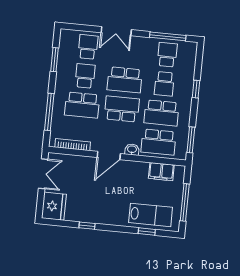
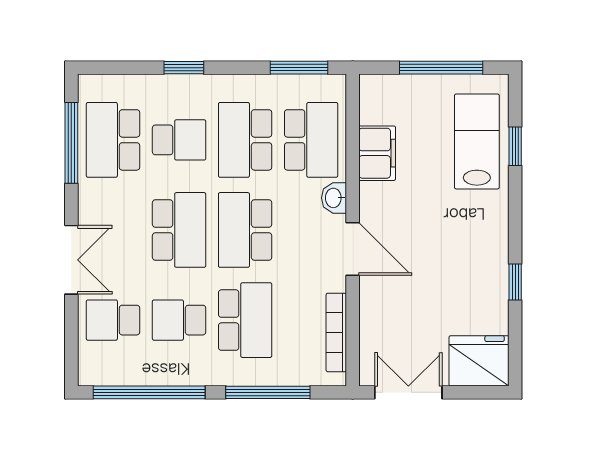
school desk: (167, 55) -> (113, 140), width x1.85
window: (54, 60) -> (149, 392), width x2.11
school desk: (161, 113) -> (245, 140), turned 180
filing cabinet: (161, 172) -> (377, 153), moved

